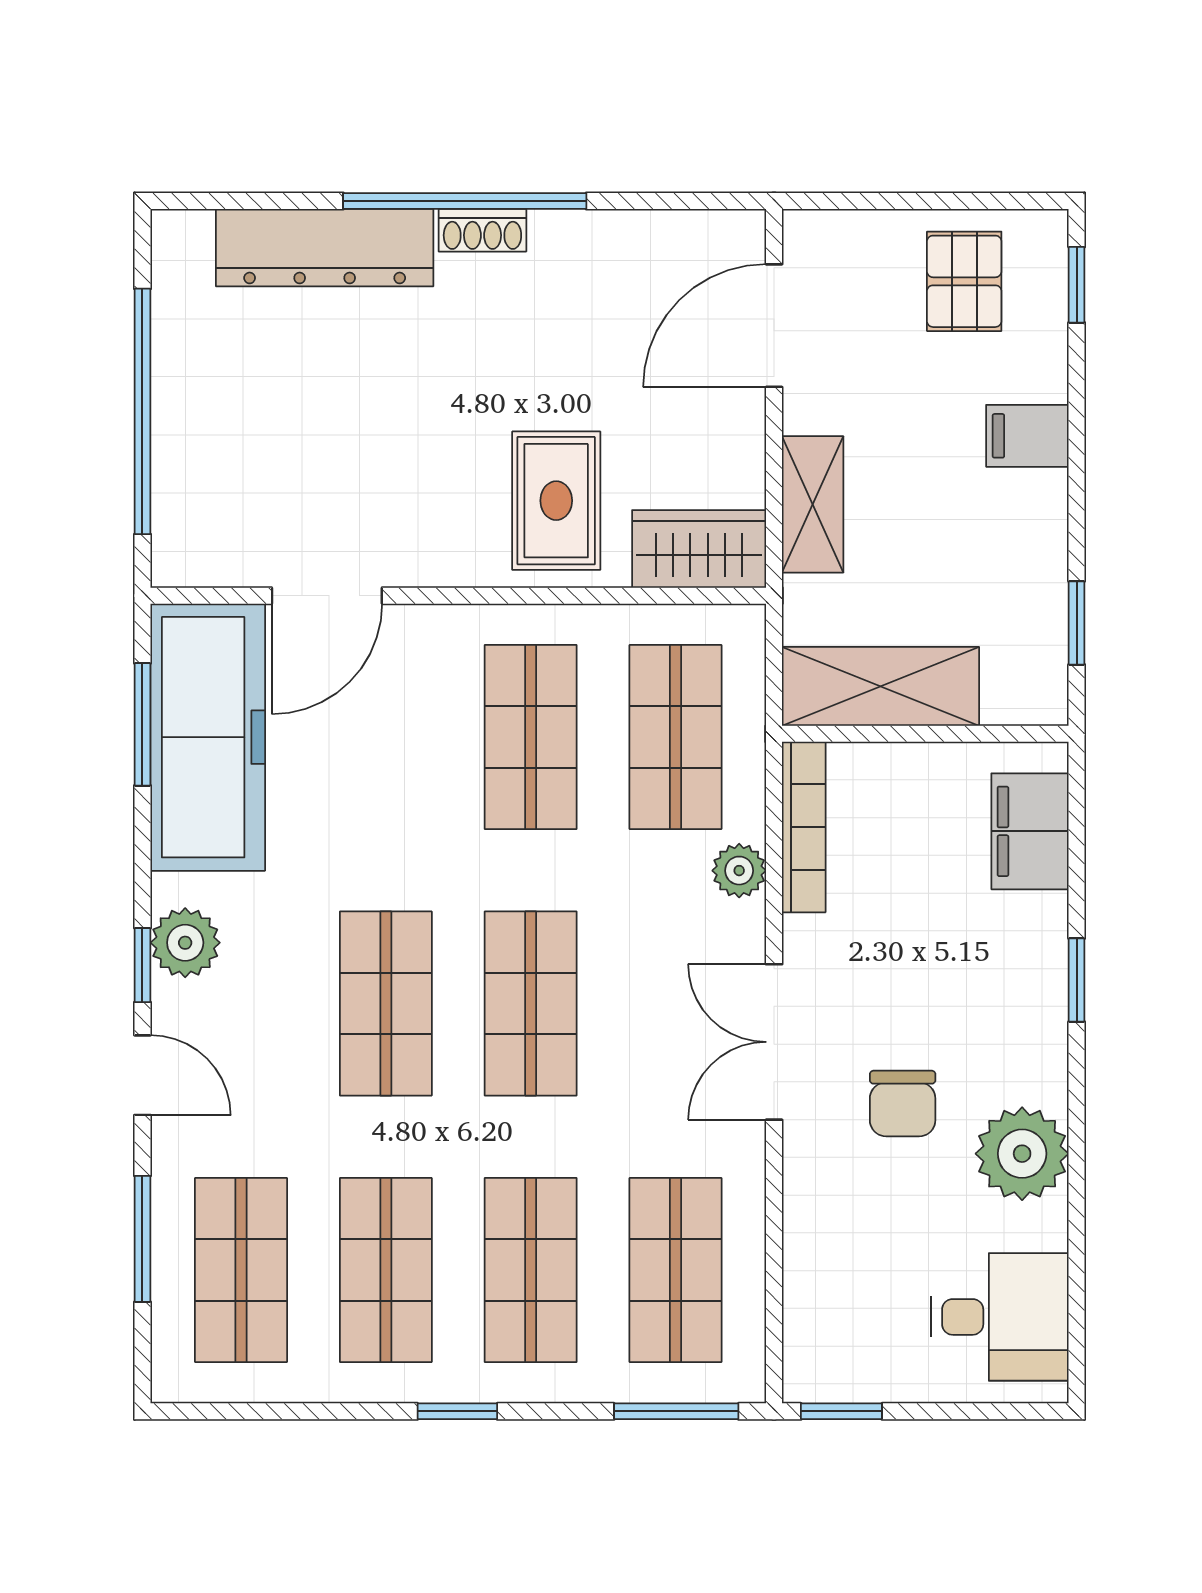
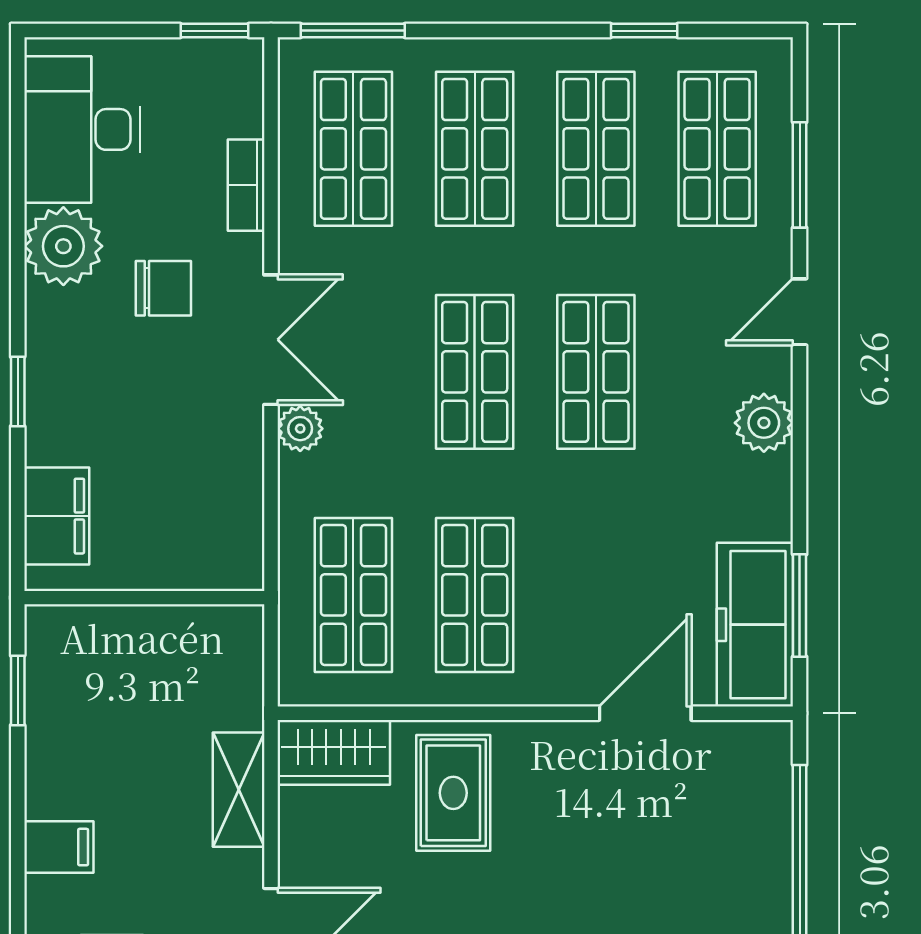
shelving: (881, 686) -> (182, 637), removed
freezer: (208, 737) -> (755, 625), width x0.73, depth x0.79
bookcase: (804, 827) -> (246, 185), moved, width x0.64
plant: (739, 871) -> (300, 429), moved
window: (142, 965) -> (800, 404), removed
door: (142, 1075) -> (800, 312), hinge flipped
chair: (903, 1103) -> (163, 288), turned 90
desk: (1000, 1317) -> (82, 129), width x1.37
window: (457, 1411) -> (644, 31), moved

